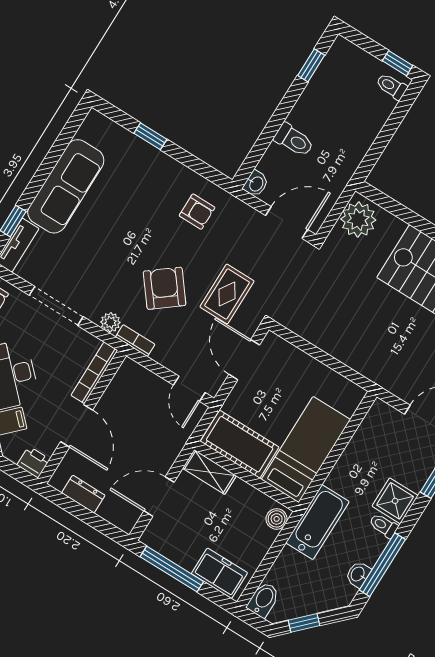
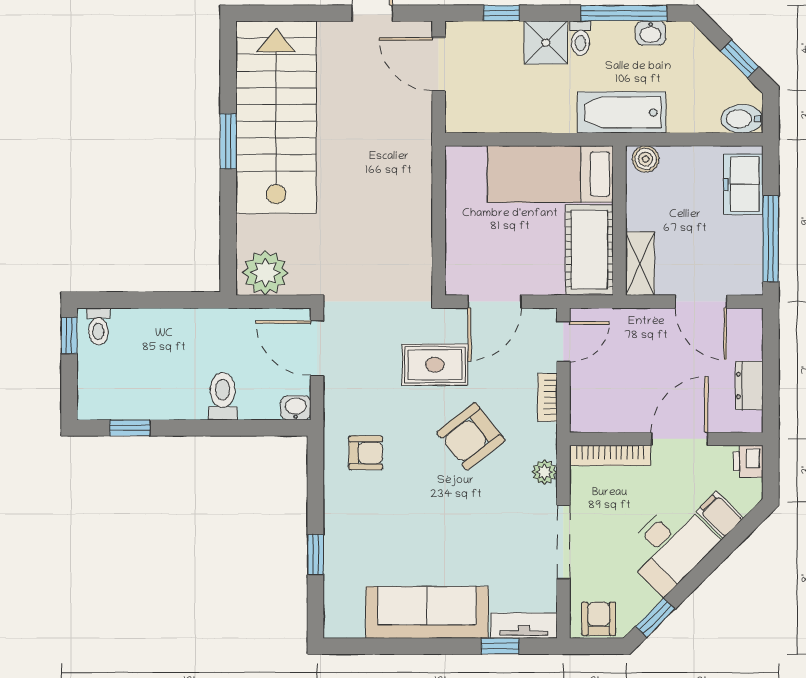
armchair: (197, 212) -> (366, 453), turned 90
bookcase: (135, 341) -> (548, 397), moved

